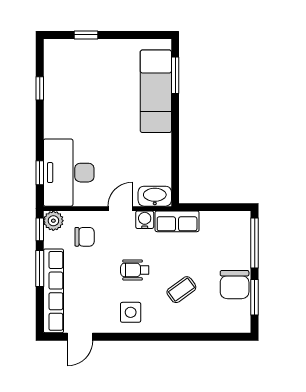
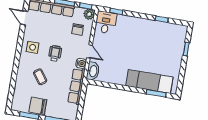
desk: (69, 173) -> (106, 22), width x0.53, depth x0.77
row of seats: (177, 221) -> (76, 86), width x1.48

